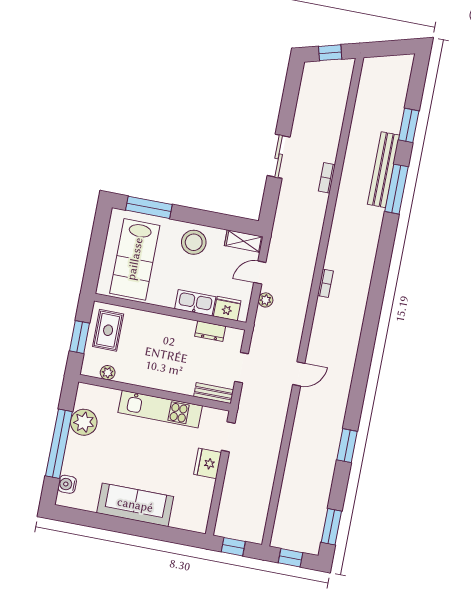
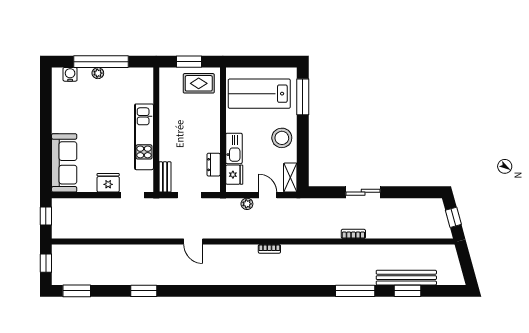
bench: (383, 170) -> (406, 278), moved
plant: (108, 373) -> (165, 89), removed
plant: (84, 422) -> (98, 73), moved, width x0.53, depth x0.53
sofa: (135, 505) -> (64, 163), moved

